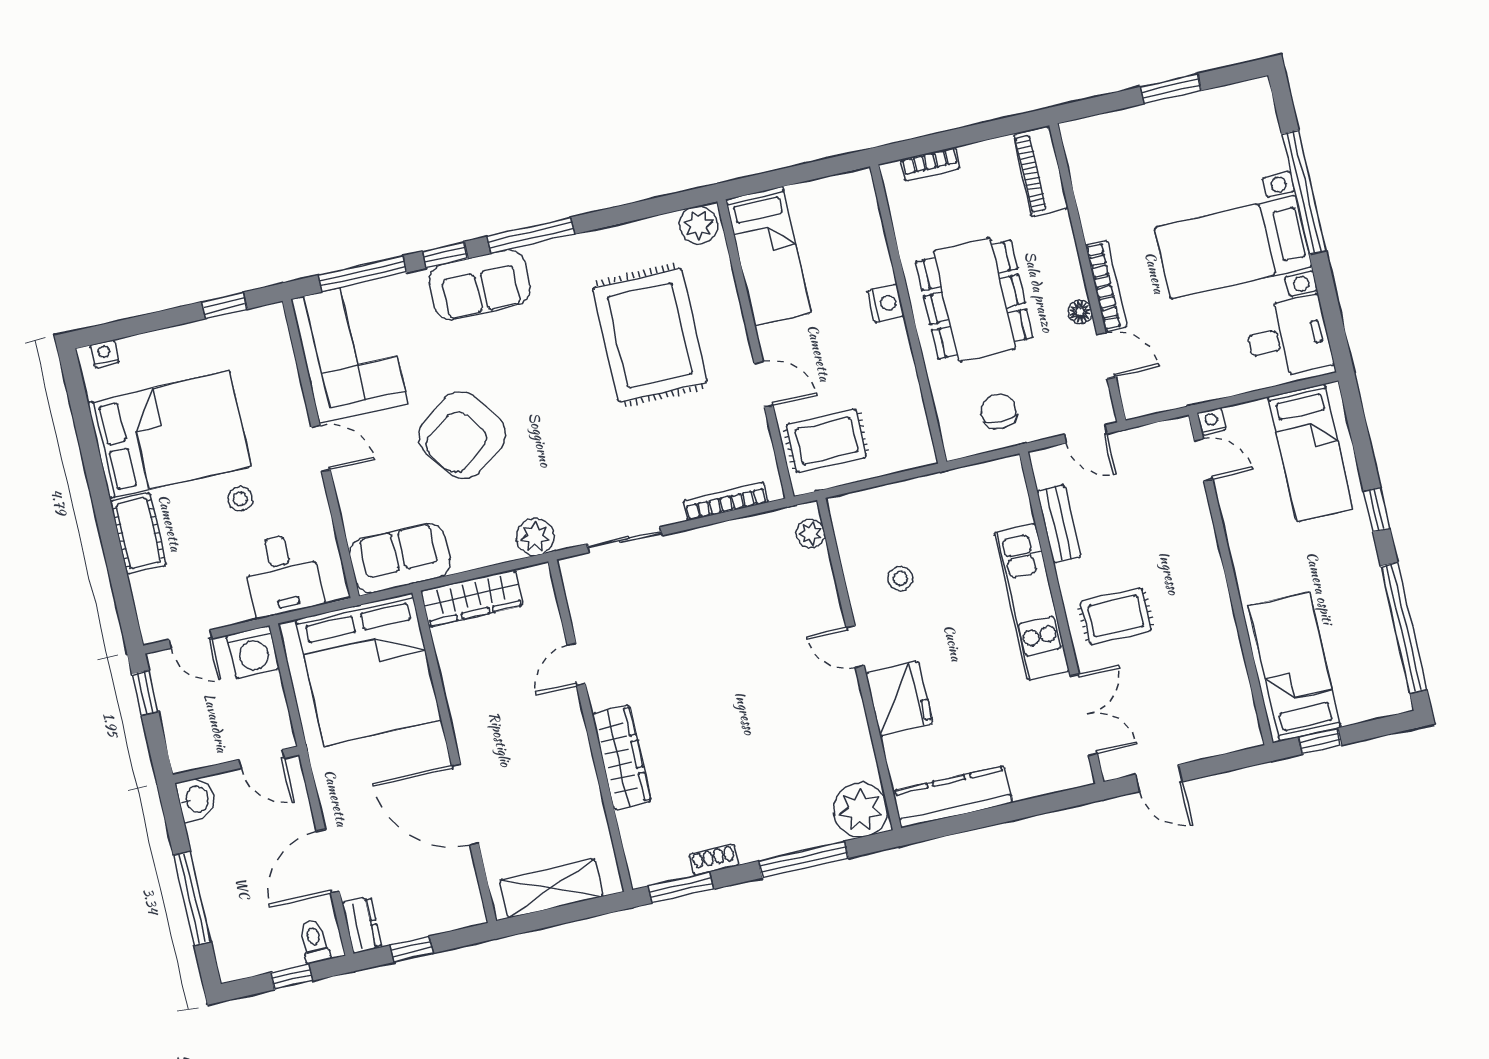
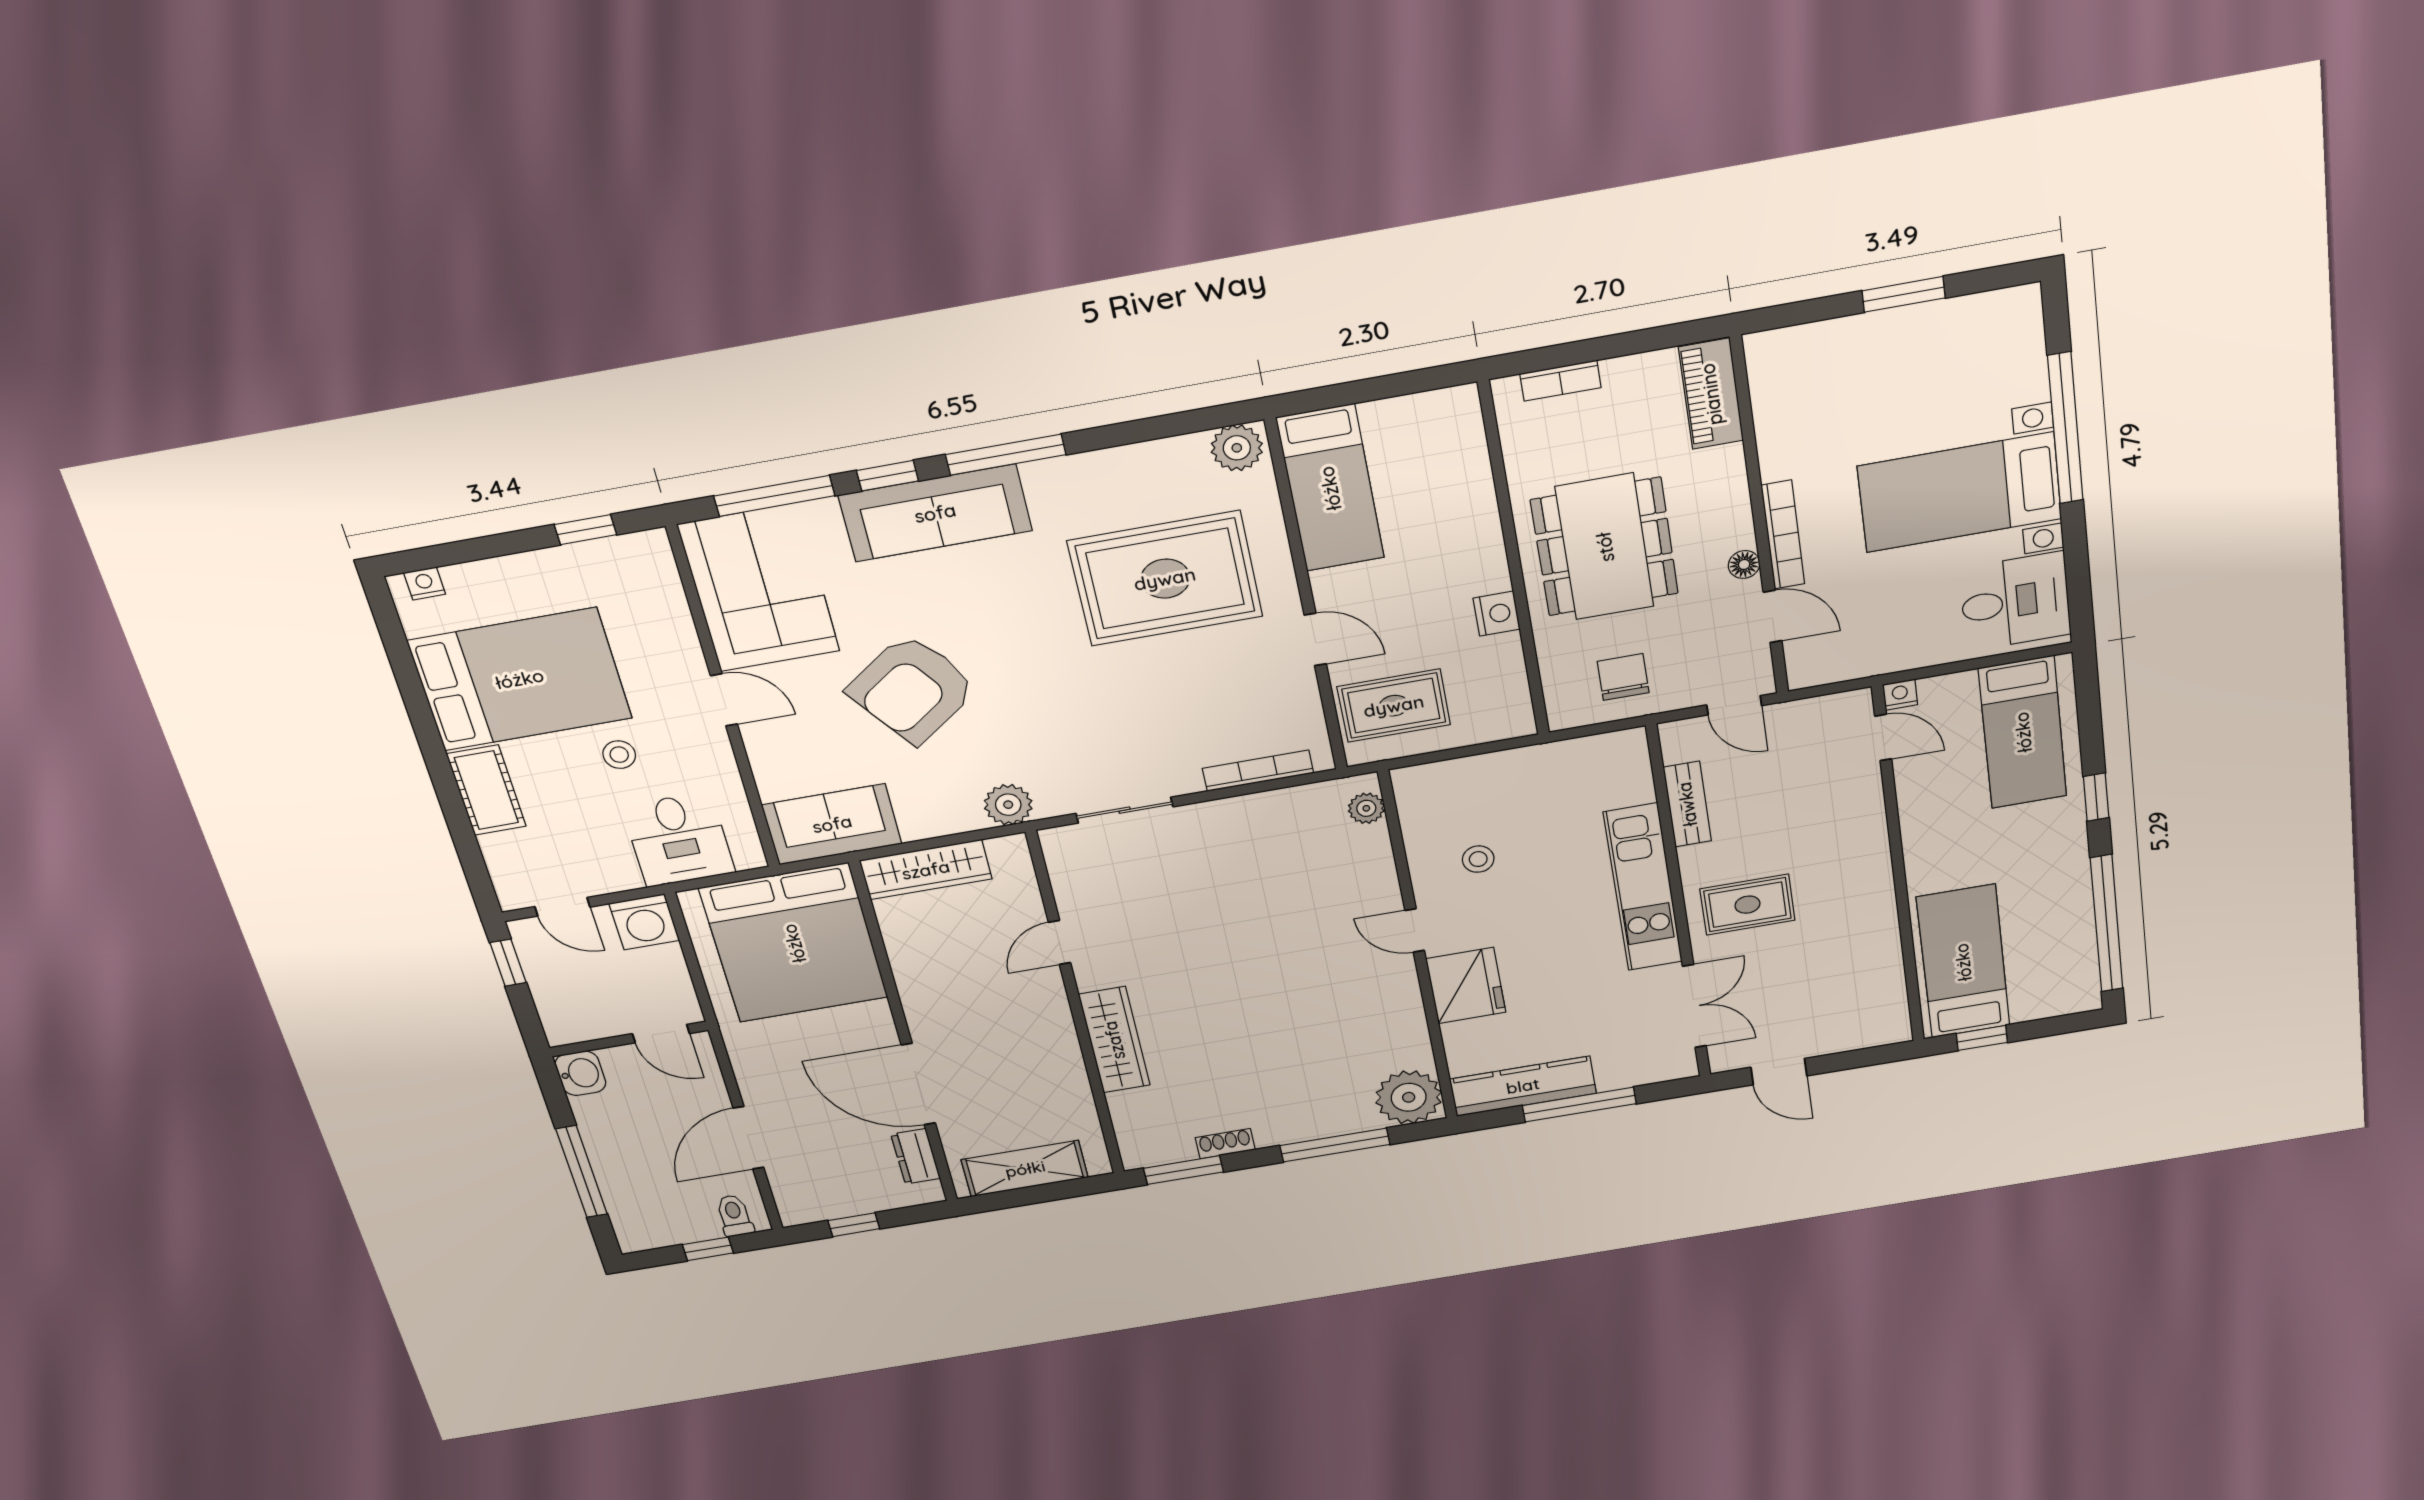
sofa: (480, 285) -> (935, 513), width x1.36
nightstand: (886, 303) -> (1497, 614), moved
rug: (650, 335) -> (1165, 579), turned 90
window: (1000, 814) -> (1579, 1105), added
dresser: (362, 925) -> (916, 1156), moved, turned 180

